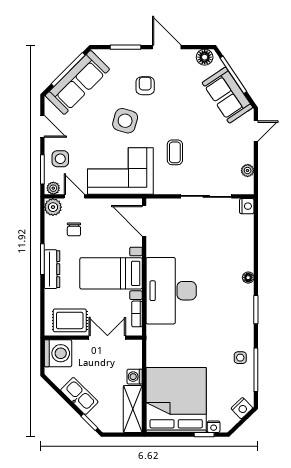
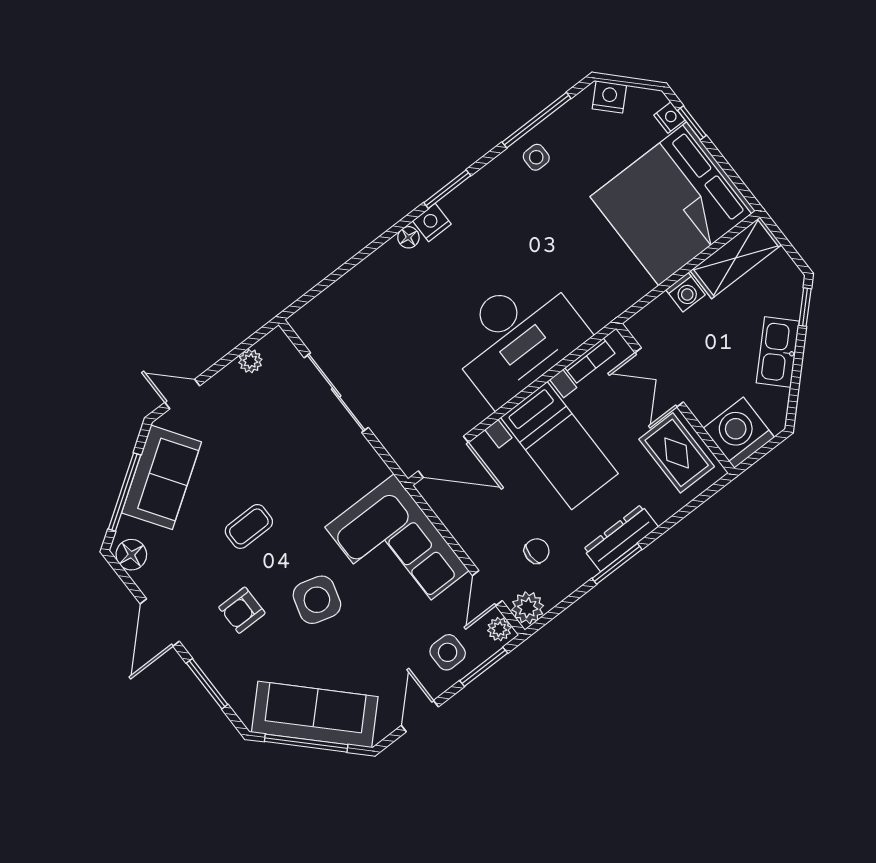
coffee table: (175, 152) -> (249, 526), moved
nightstand: (247, 206) -> (432, 223), moved
door: (144, 221) -> (443, 457), hinge flipped

